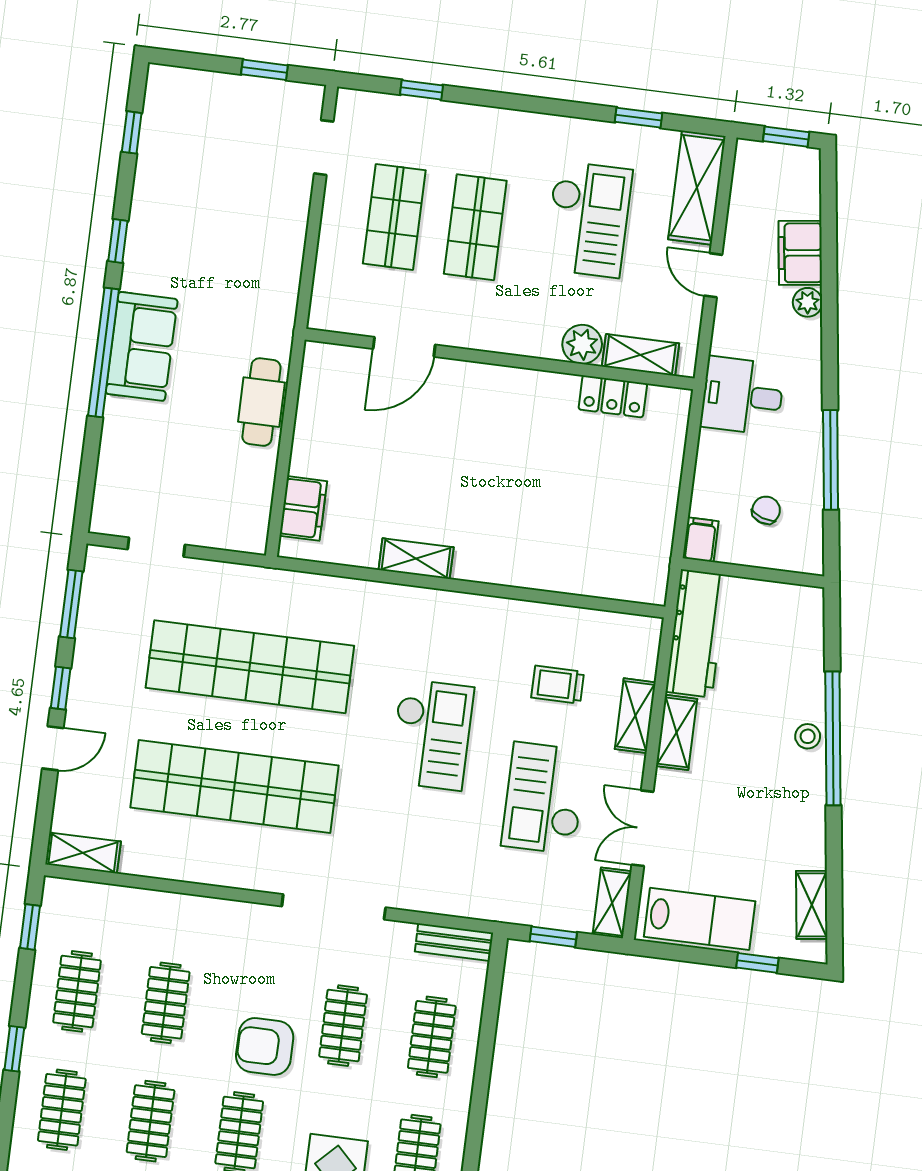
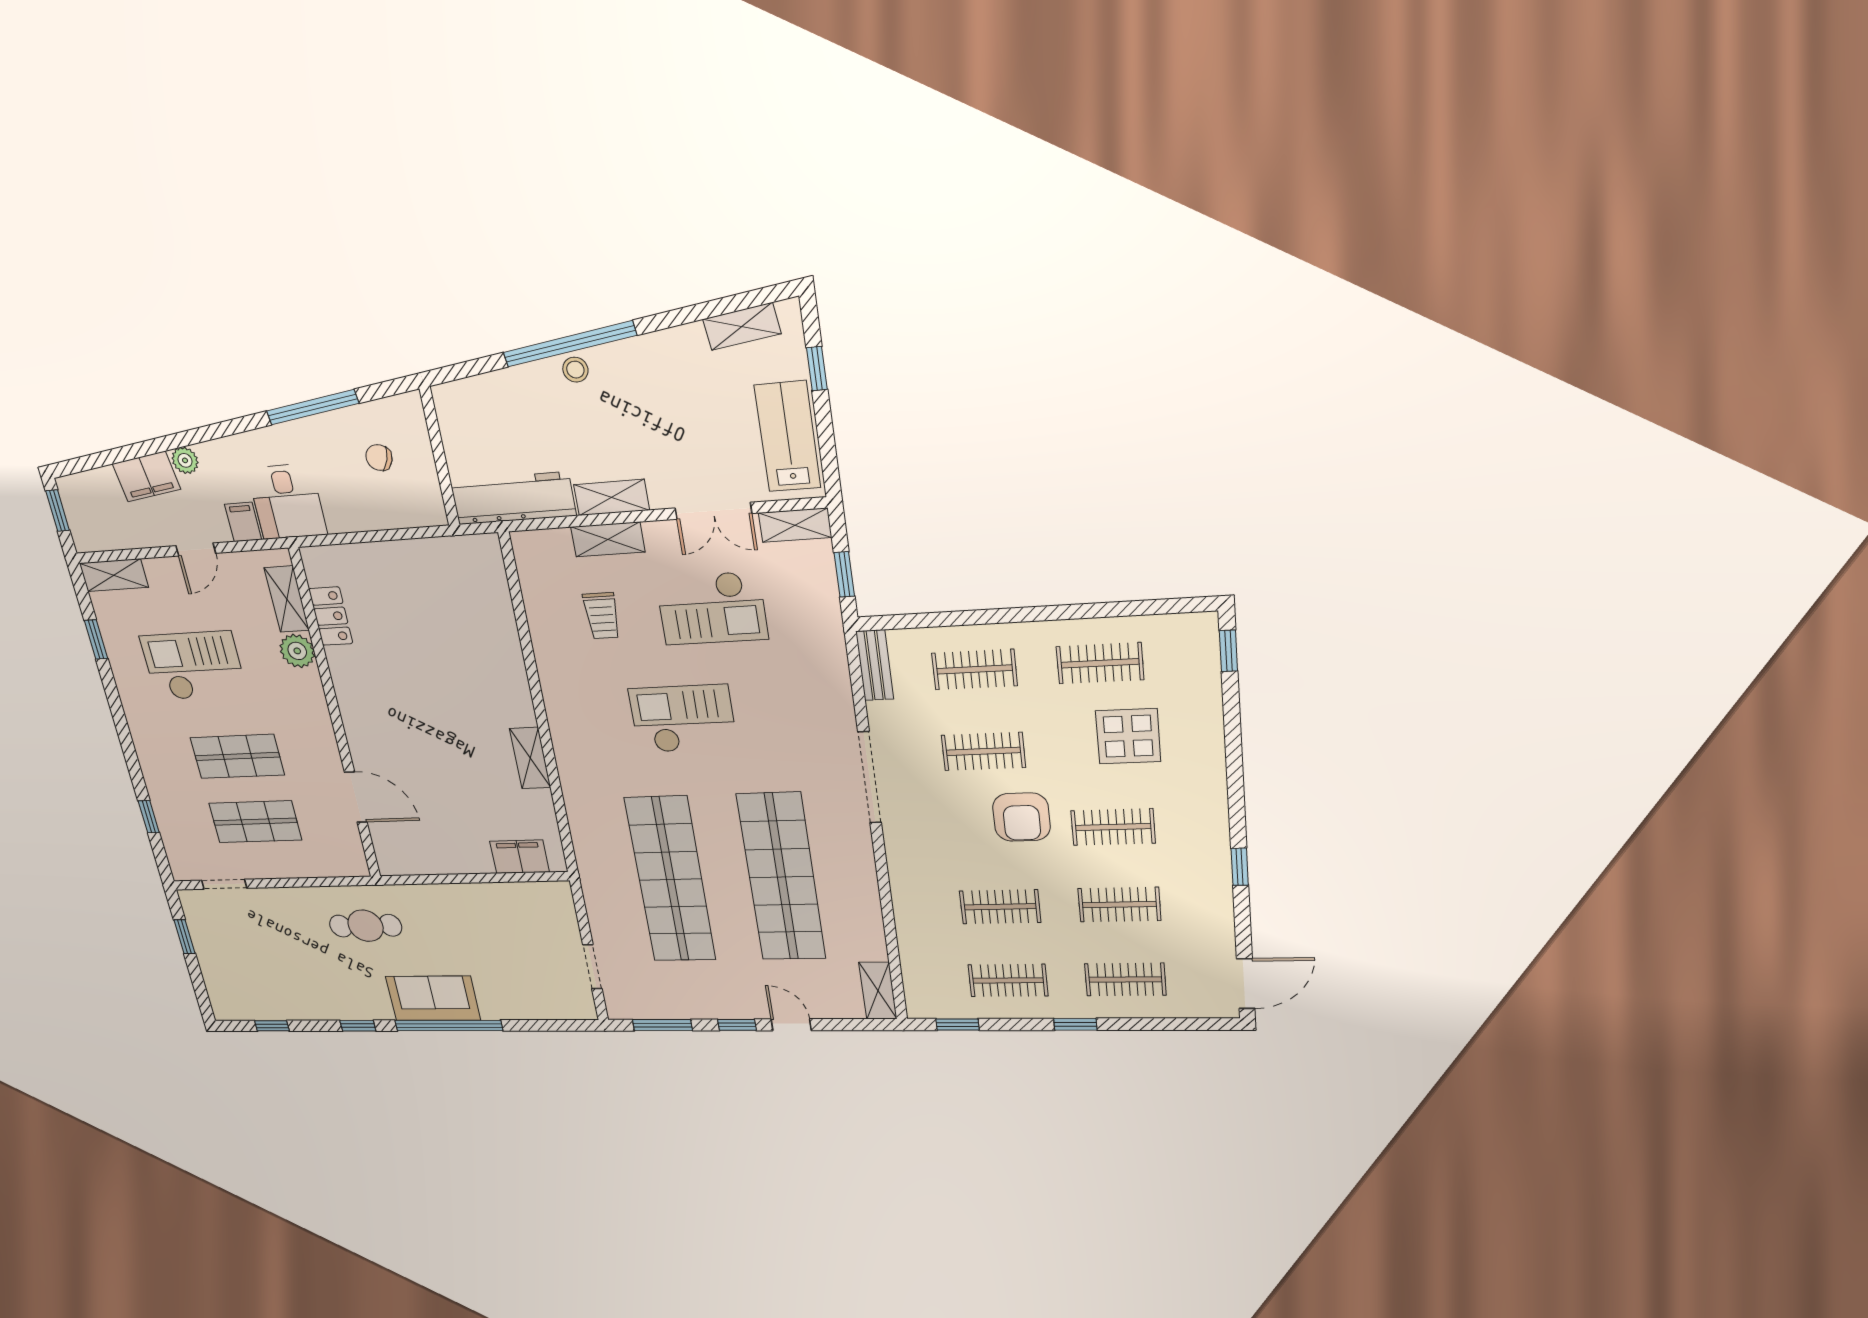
shelving: (697, 188) -> (114, 575), width x0.67, depth x0.75
cafe table: (261, 402) -> (366, 926), moved
filing cabinet: (701, 540) -> (243, 522), moved, turned 90

